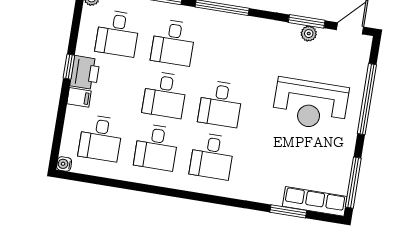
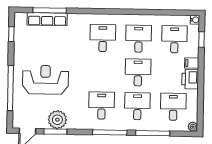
plant: (309, 34) -> (57, 120), width x1.88, depth x1.88
window: (69, 67) -> (202, 39), moved
desk: (220, 104) -> (102, 106), moved
window: (353, 183) -> (11, 34), width x0.46
row of seats: (315, 201) -> (47, 19), moved
window: (288, 211) -> (50, 10), width x1.44

